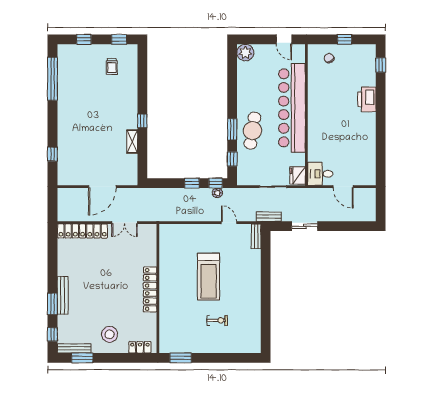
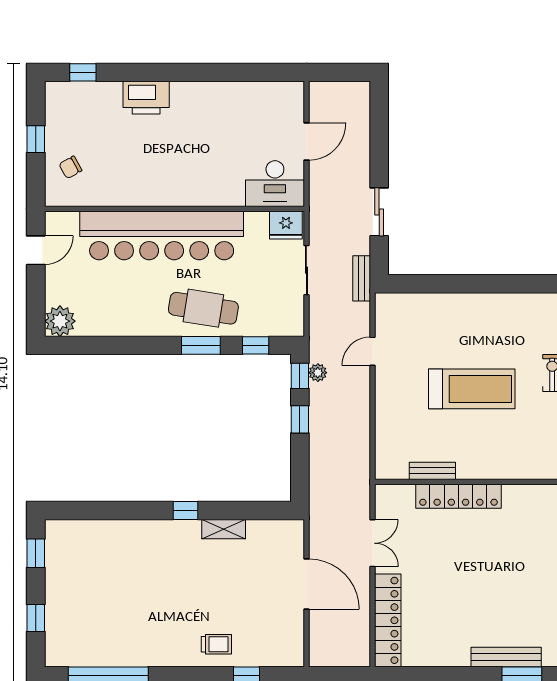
trolley: (112, 66) -> (216, 644), moved
desk: (320, 174) -> (275, 184), width x1.37
bench: (256, 236) -> (432, 471), moved
locker: (150, 289) -> (458, 496), moved

